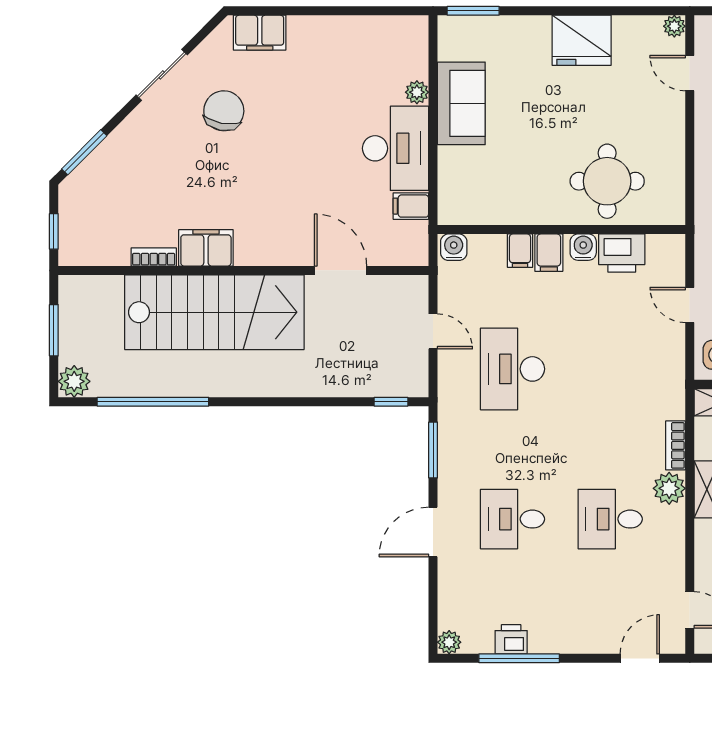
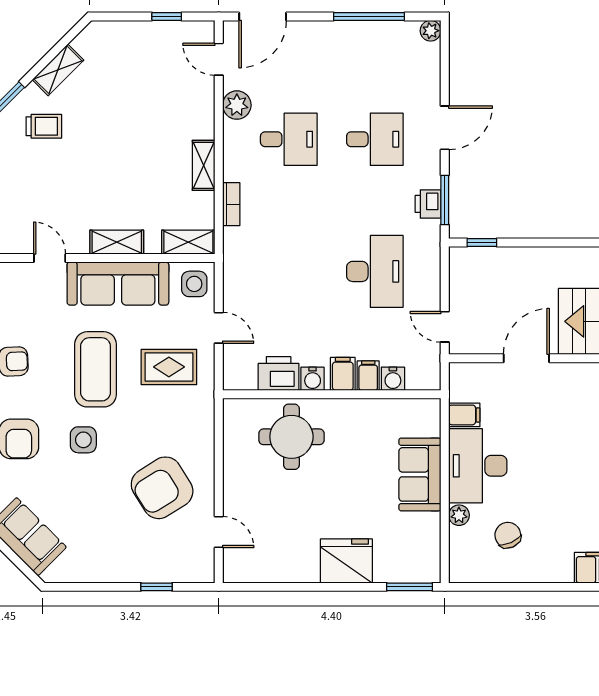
plant: (674, 26) -> (232, 573), removed
fridge: (582, 40) -> (346, 561), moved
chair: (362, 70) -> (508, 535), added
sofa: (461, 103) -> (420, 474), moved
water cooler: (454, 247) -> (393, 379), moved
door: (341, 270) -> (526, 358), swing flipped
door: (433, 331) -> (445, 327), moved
plant: (669, 488) -> (237, 105), moved
printer: (511, 639) -> (428, 204), moved, turned 90
door: (640, 658) -> (263, 17), width x1.38

